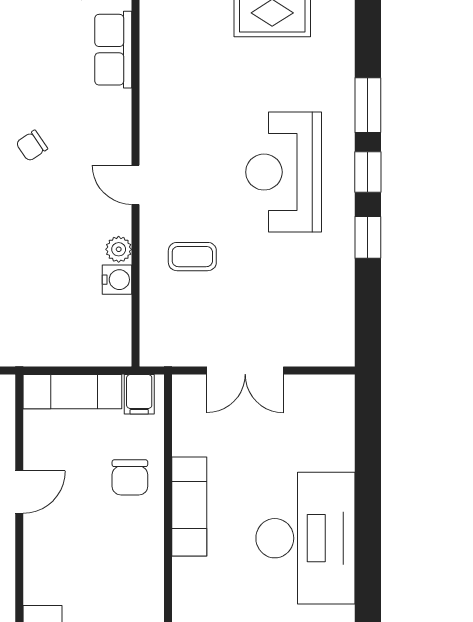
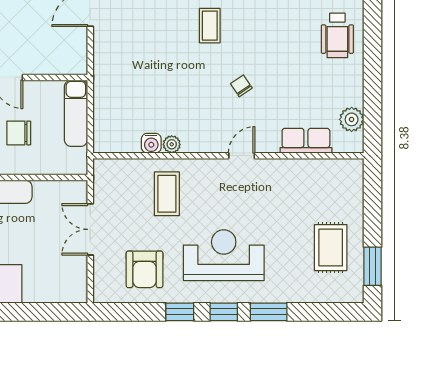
door: (136, 185) -> (242, 156), moved
coffee table: (192, 257) -> (167, 194), width x1.36, depth x1.30
armchair: (305, 290) -> (145, 269), added
filing cabinet: (139, 394) -> (74, 158), removed
chair: (130, 477) -> (19, 133), moved

